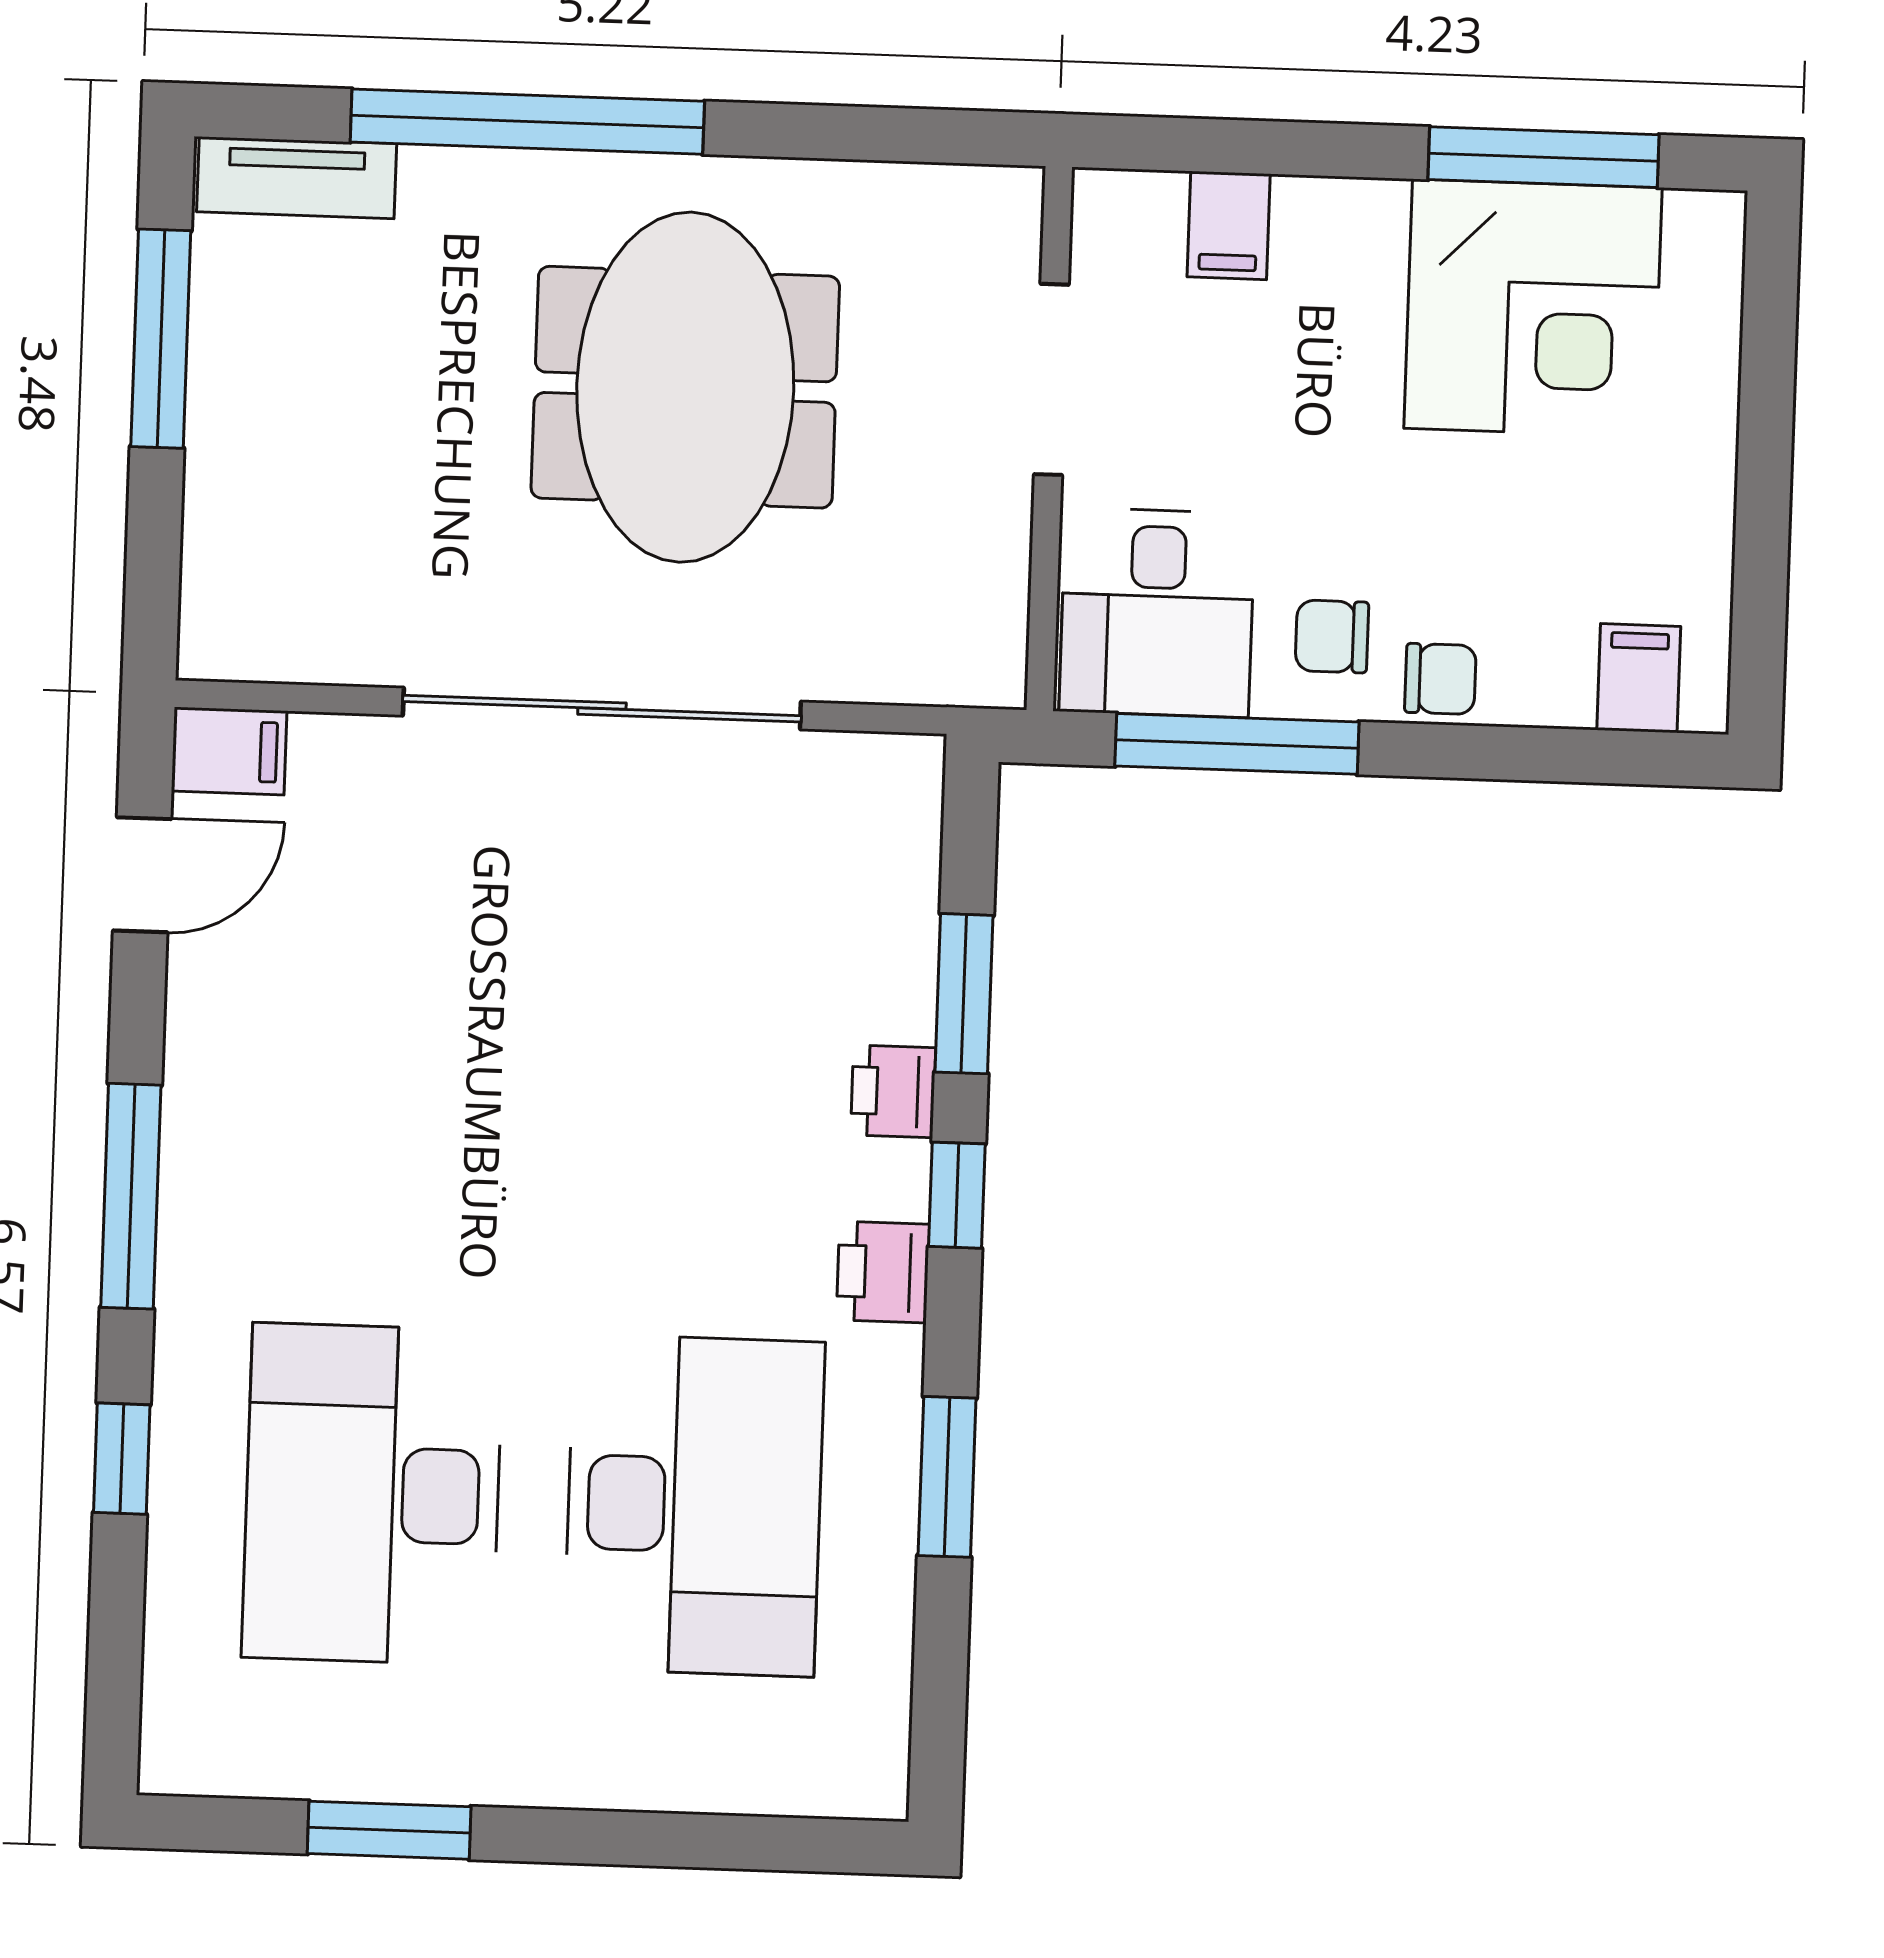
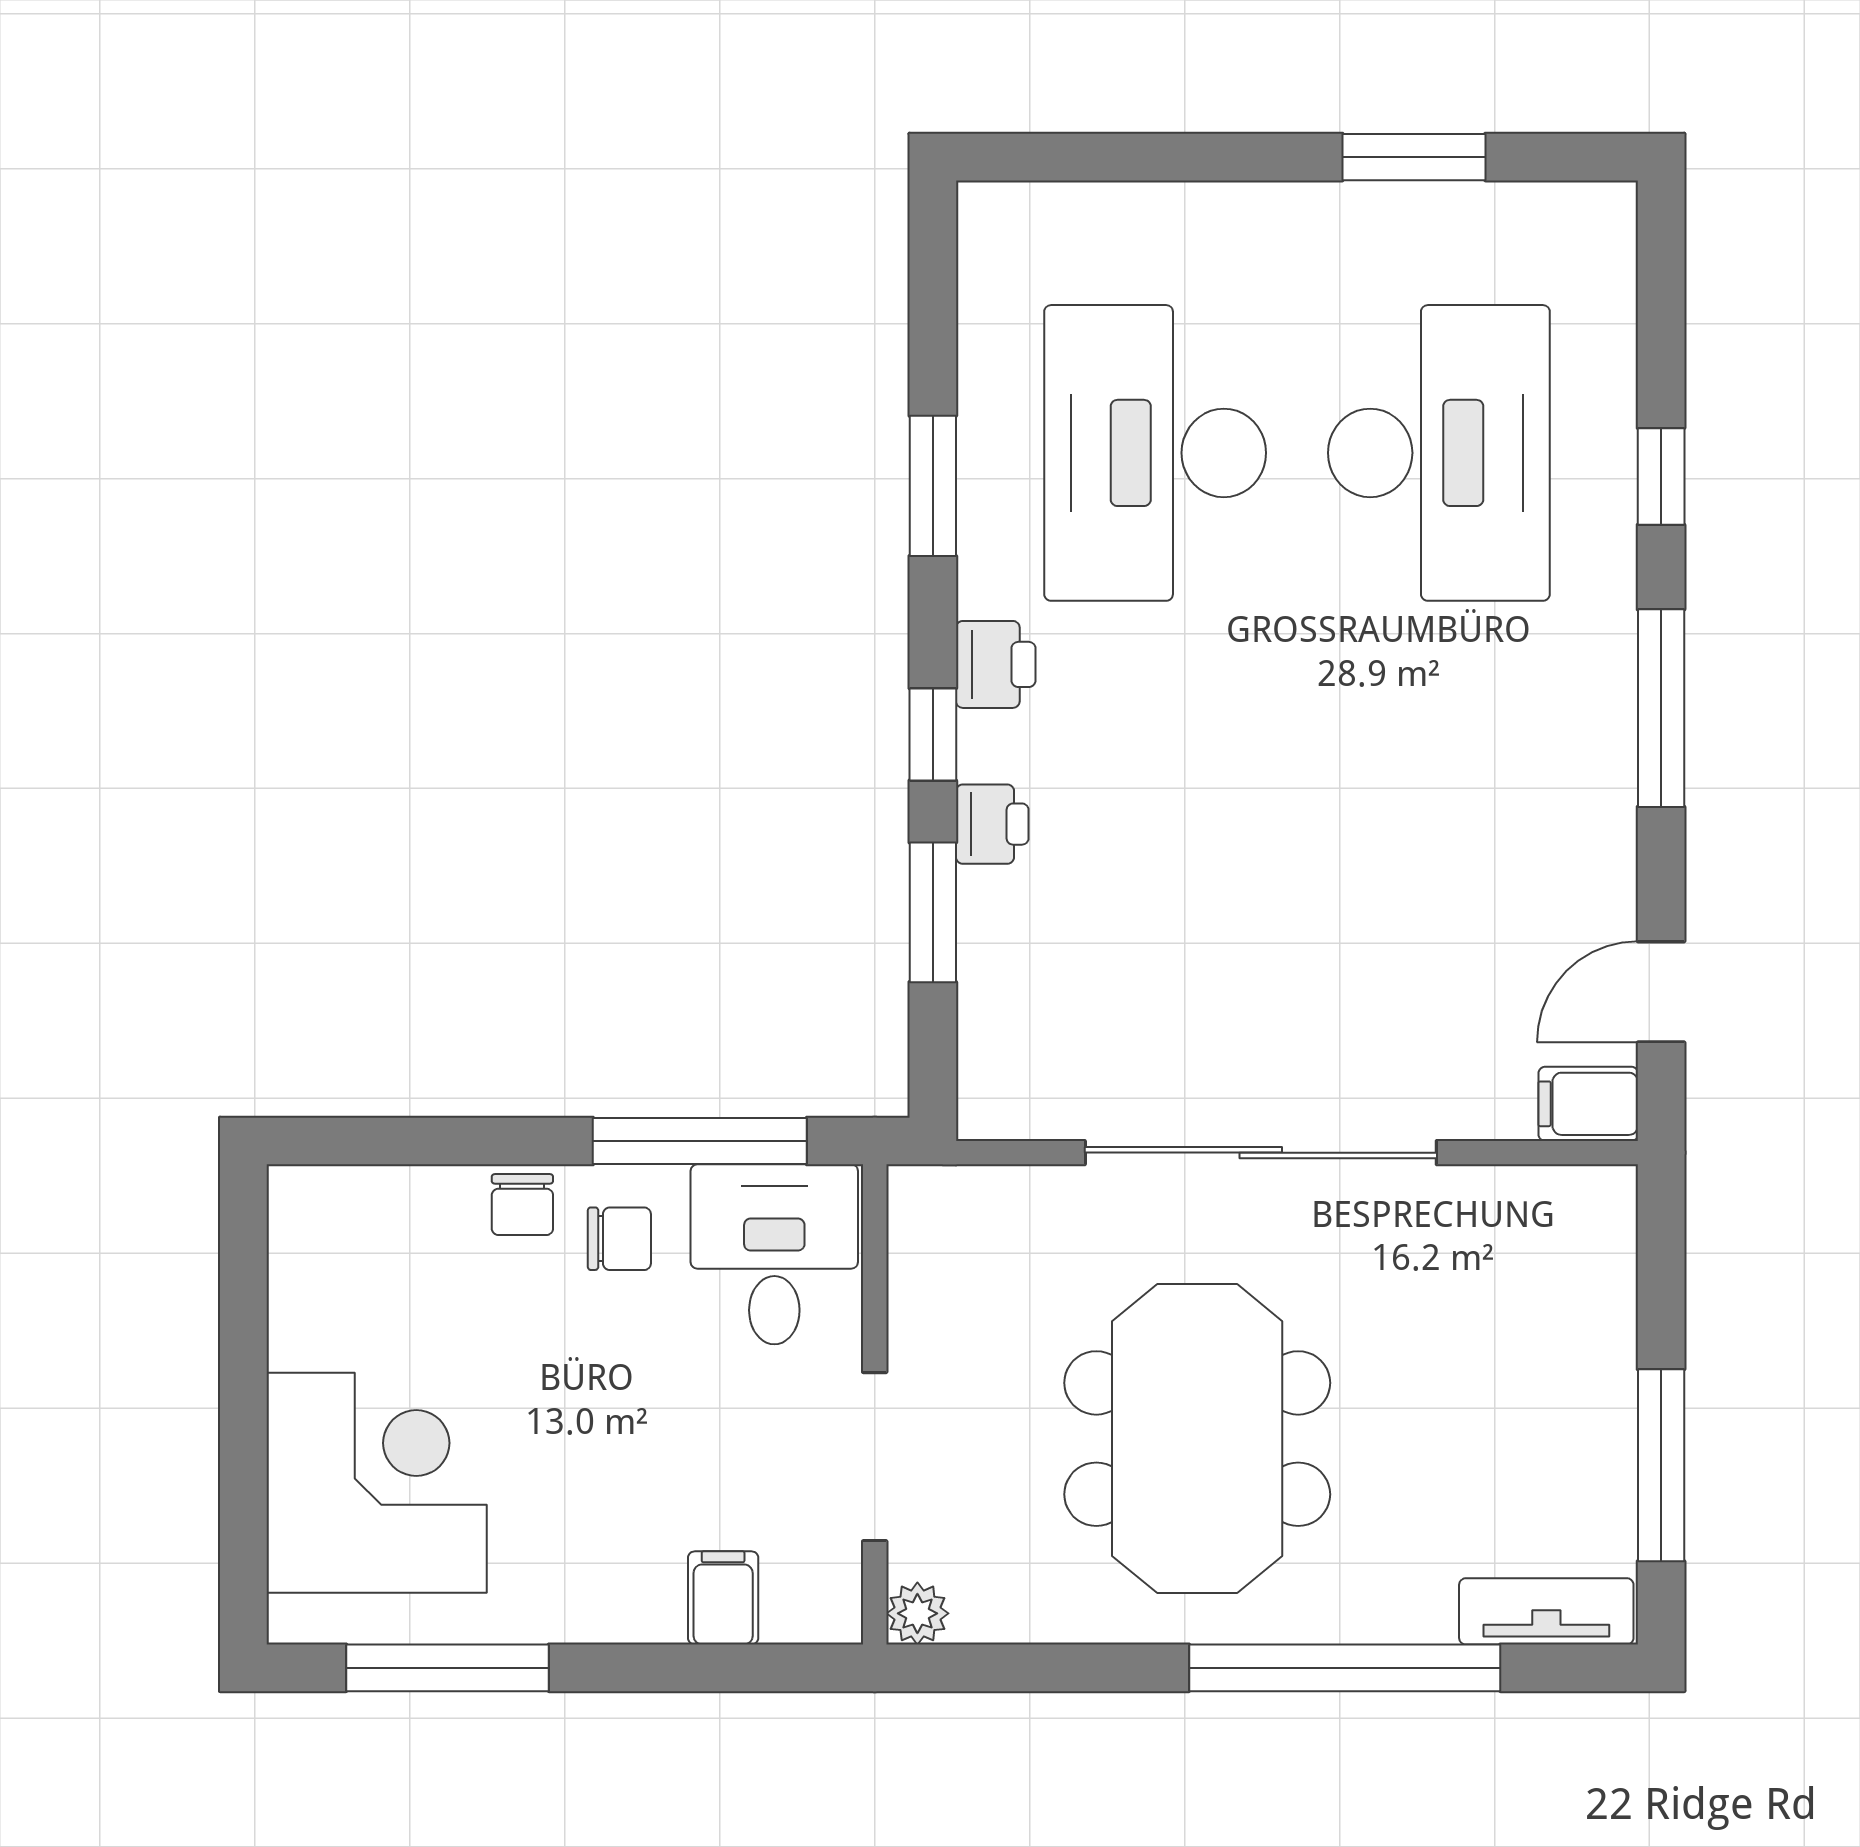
plant: (1009, 200) -> (917, 1613), added
corner desk: (1533, 308) -> (377, 1483), moved, turned 90
filing cabinet: (1639, 678) -> (348, 1211), removed
chair: (1440, 679) -> (522, 1205), turned -90

